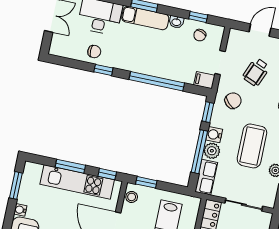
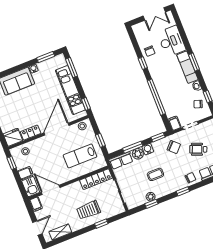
coffee table: (252, 146) -> (155, 174), width x0.54, depth x0.58
window: (199, 152) -> (133, 147), width x0.69
window: (70, 166) -> (72, 68), moved
window: (146, 182) -> (100, 140), moved

